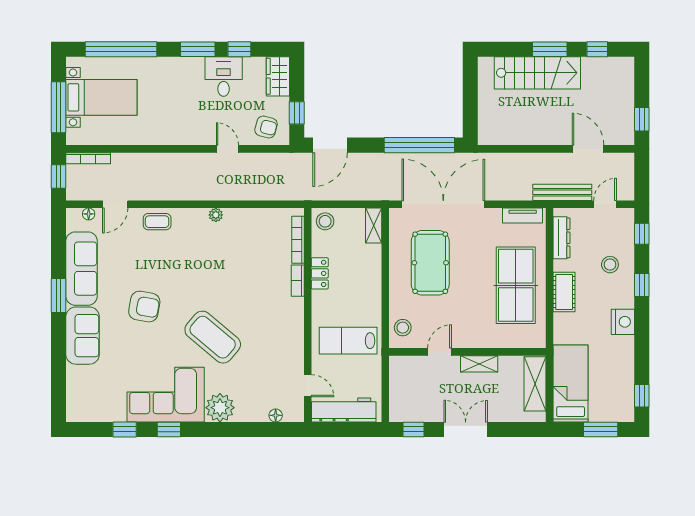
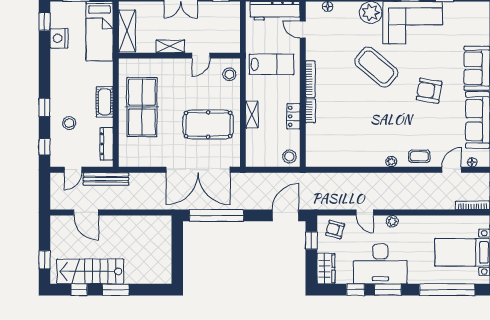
stairs: (537, 73) -> (90, 271), moved
desk: (224, 76) -> (380, 264), width x1.87, depth x1.30
window: (642, 119) -> (44, 260), moved
plant: (192, 138) -> (392, 221), added
plant: (216, 215) -> (391, 162), moved
tv unit: (523, 215) -> (137, 161), removed
shelving: (374, 226) -> (252, 114), moved
bookcase: (298, 240) -> (310, 79), moved
pool table: (430, 263) -> (208, 125), turned 90
nightstand: (623, 322) -> (59, 38), moved

